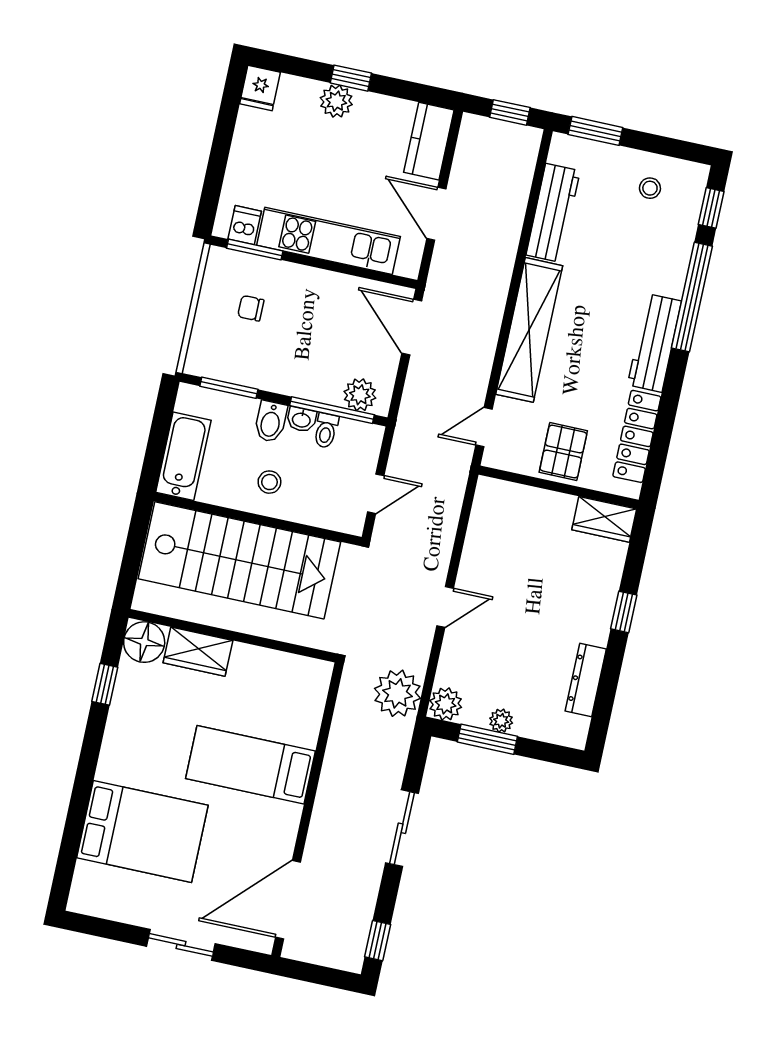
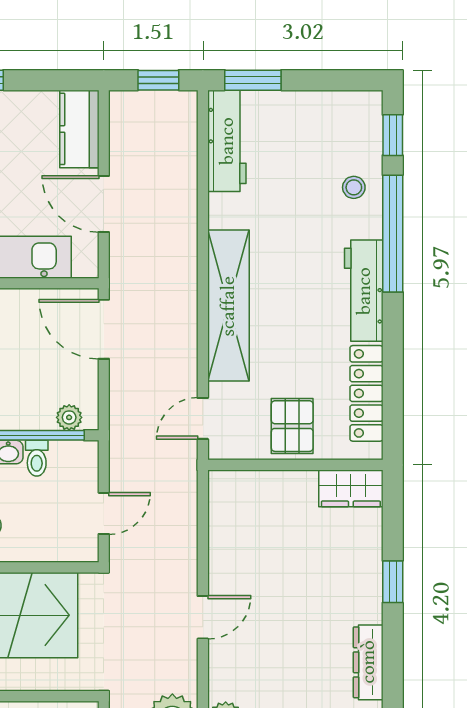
stool: (650, 188) -> (354, 187), moved
workbench: (553, 213) -> (227, 141), moved
plant: (360, 395) -> (69, 417), width x0.73, depth x0.73

